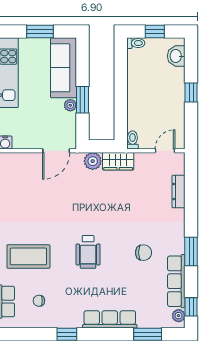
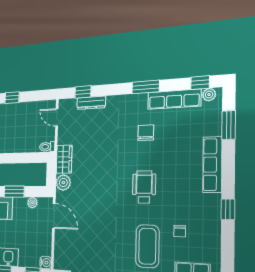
plant: (70, 105) -> (32, 203), moved
window: (191, 181) -> (83, 92), added
wheelchair: (88, 252) -> (144, 187), turned -90
chair: (39, 301) -> (180, 231), moved

